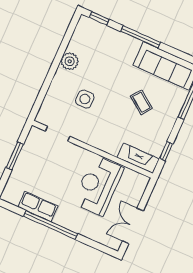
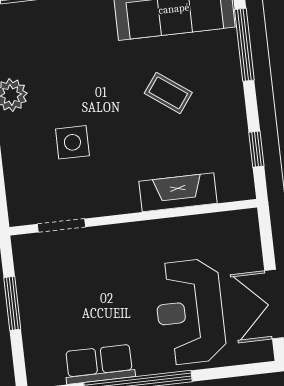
fireplace: (138, 158) -> (178, 192), moved
reception desk: (98, 186) -> (190, 312), moved

